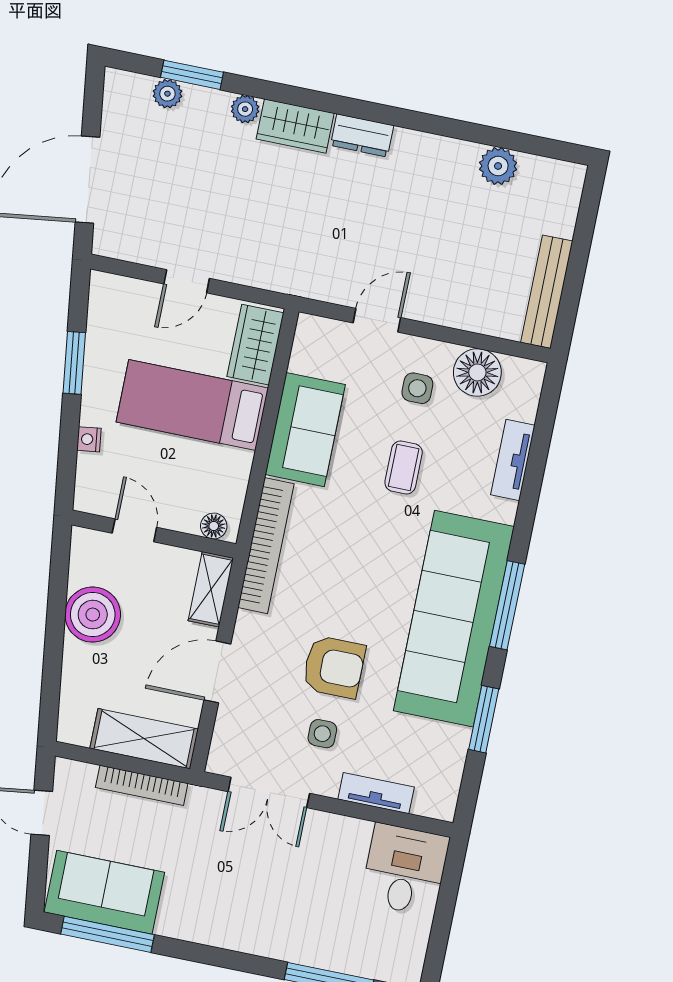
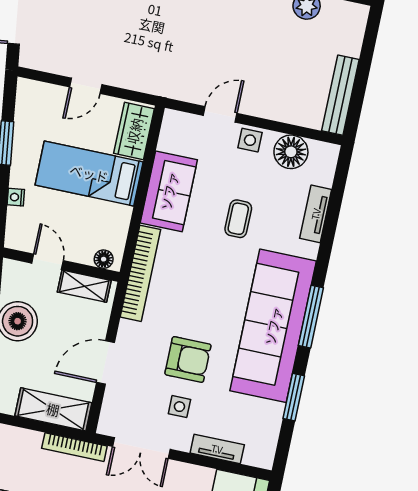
side table: (417, 388) -> (250, 140), moved
shelving: (211, 589) -> (84, 286), moved, turned 90
bookcase: (142, 785) -> (74, 447), moved

